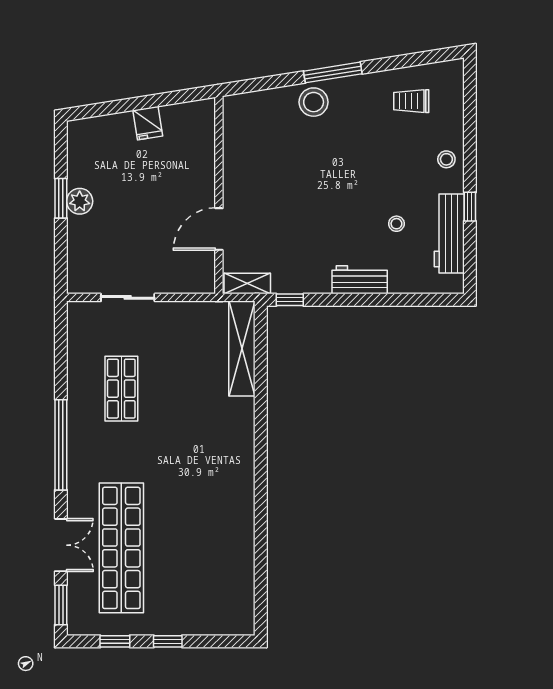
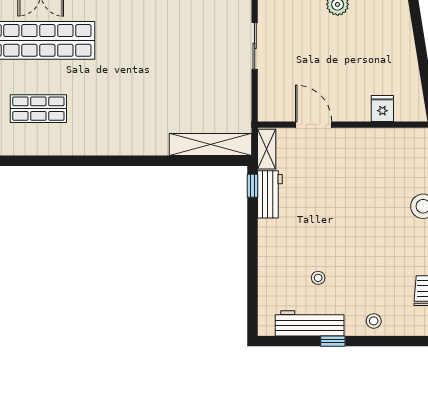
fridge: (148, 123) -> (382, 109), moved, turned 99
workbench: (360, 280) -> (270, 194), moved
shop shelf: (121, 389) -> (38, 109), moved

